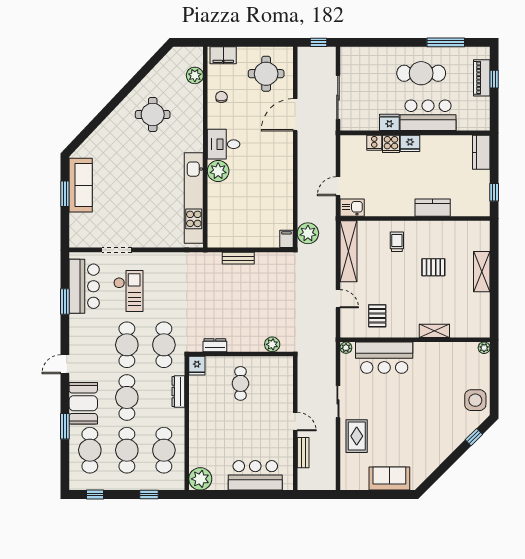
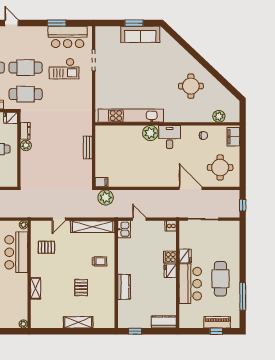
cooker: (374, 143) -> (171, 226), moved
plant: (272, 344) -> (26, 145), moved

